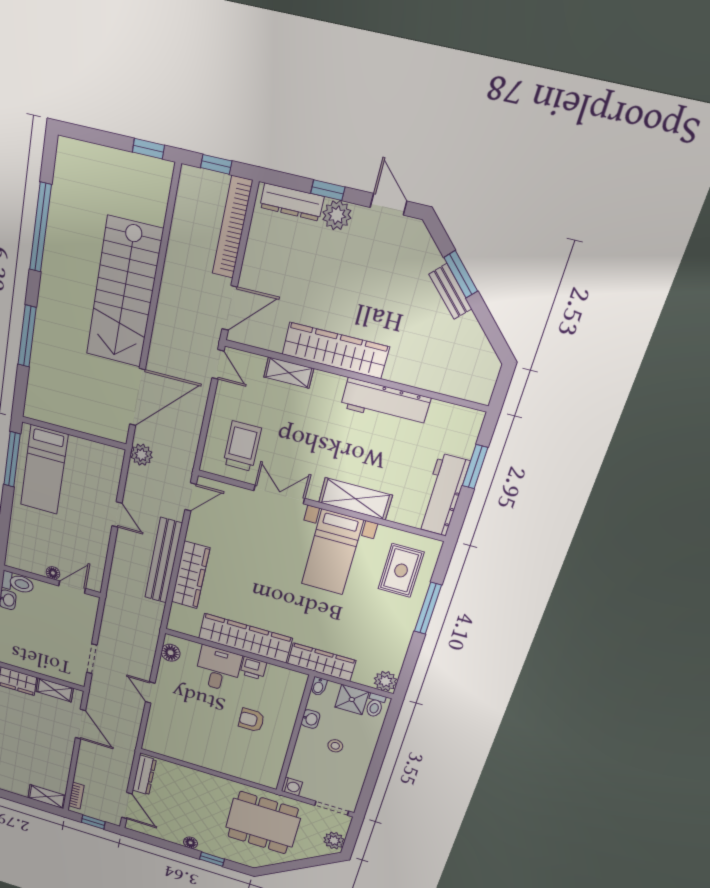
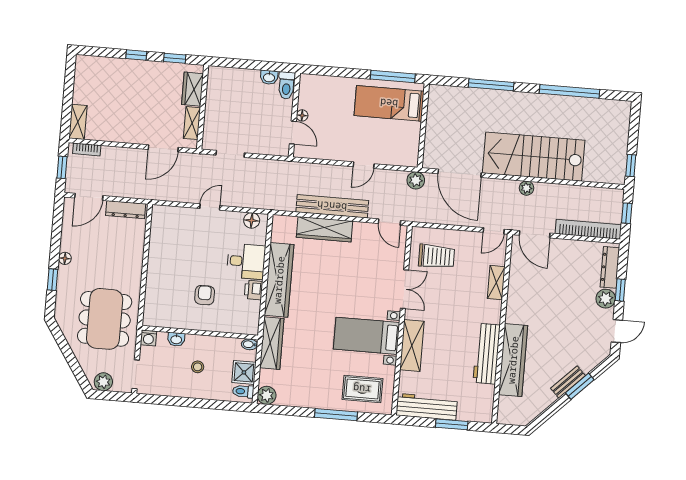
plant: (165, 310) -> (526, 188), added
wardrobe: (335, 351) -> (513, 360), moved
washbasin: (310, 719) -> (176, 339), moved

